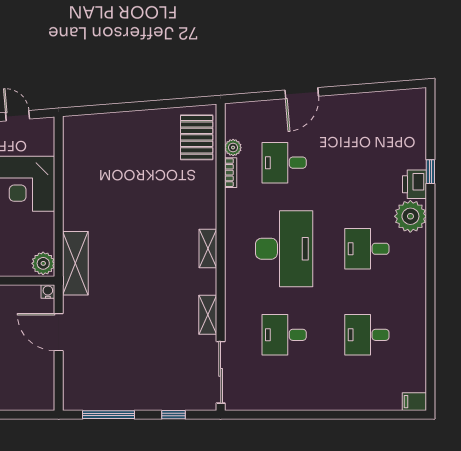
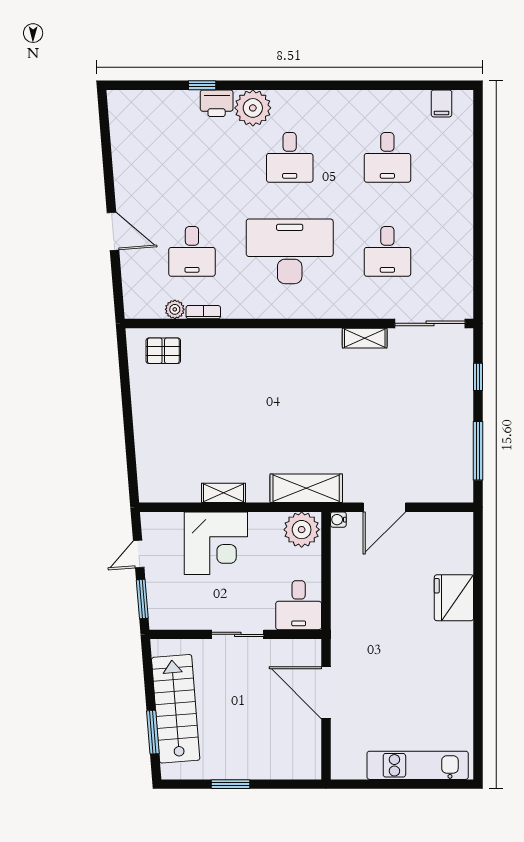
pallet: (197, 137) -> (163, 351), width x0.67, depth x0.71
shelving: (208, 248) -> (223, 493), moved
plant: (43, 263) -> (302, 530), width x1.36, depth x1.36
filing cabinet: (414, 402) -> (441, 103), moved

